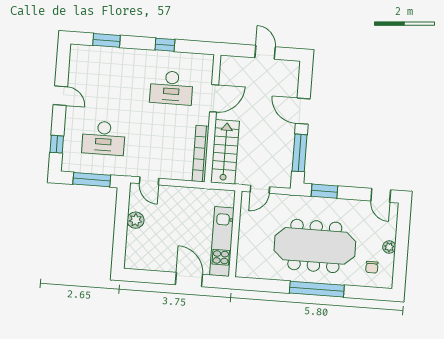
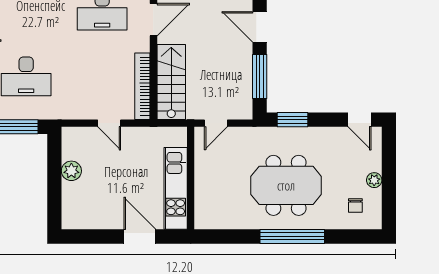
door: (149, 181) -> (109, 123), moved
meeting table: (315, 246) -> (286, 185), width x0.73

